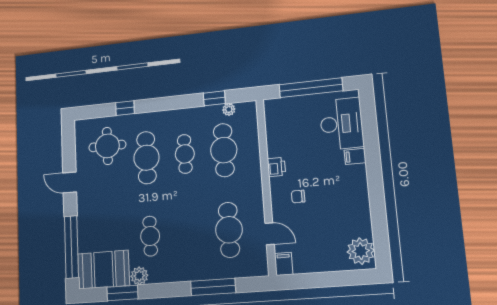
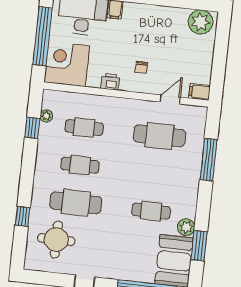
corner desk: (286, 118) -> (67, 64), added
cafe table: (224, 150) -> (84, 128), width x0.73, depth x0.74

